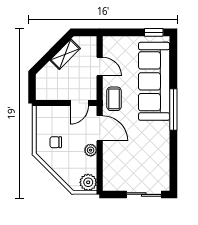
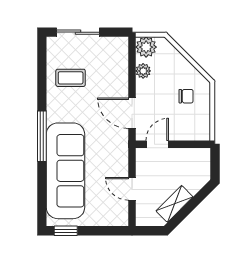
coffee table: (114, 99) -> (71, 78), moved, turned 90
plant: (91, 150) -> (143, 71), moved

